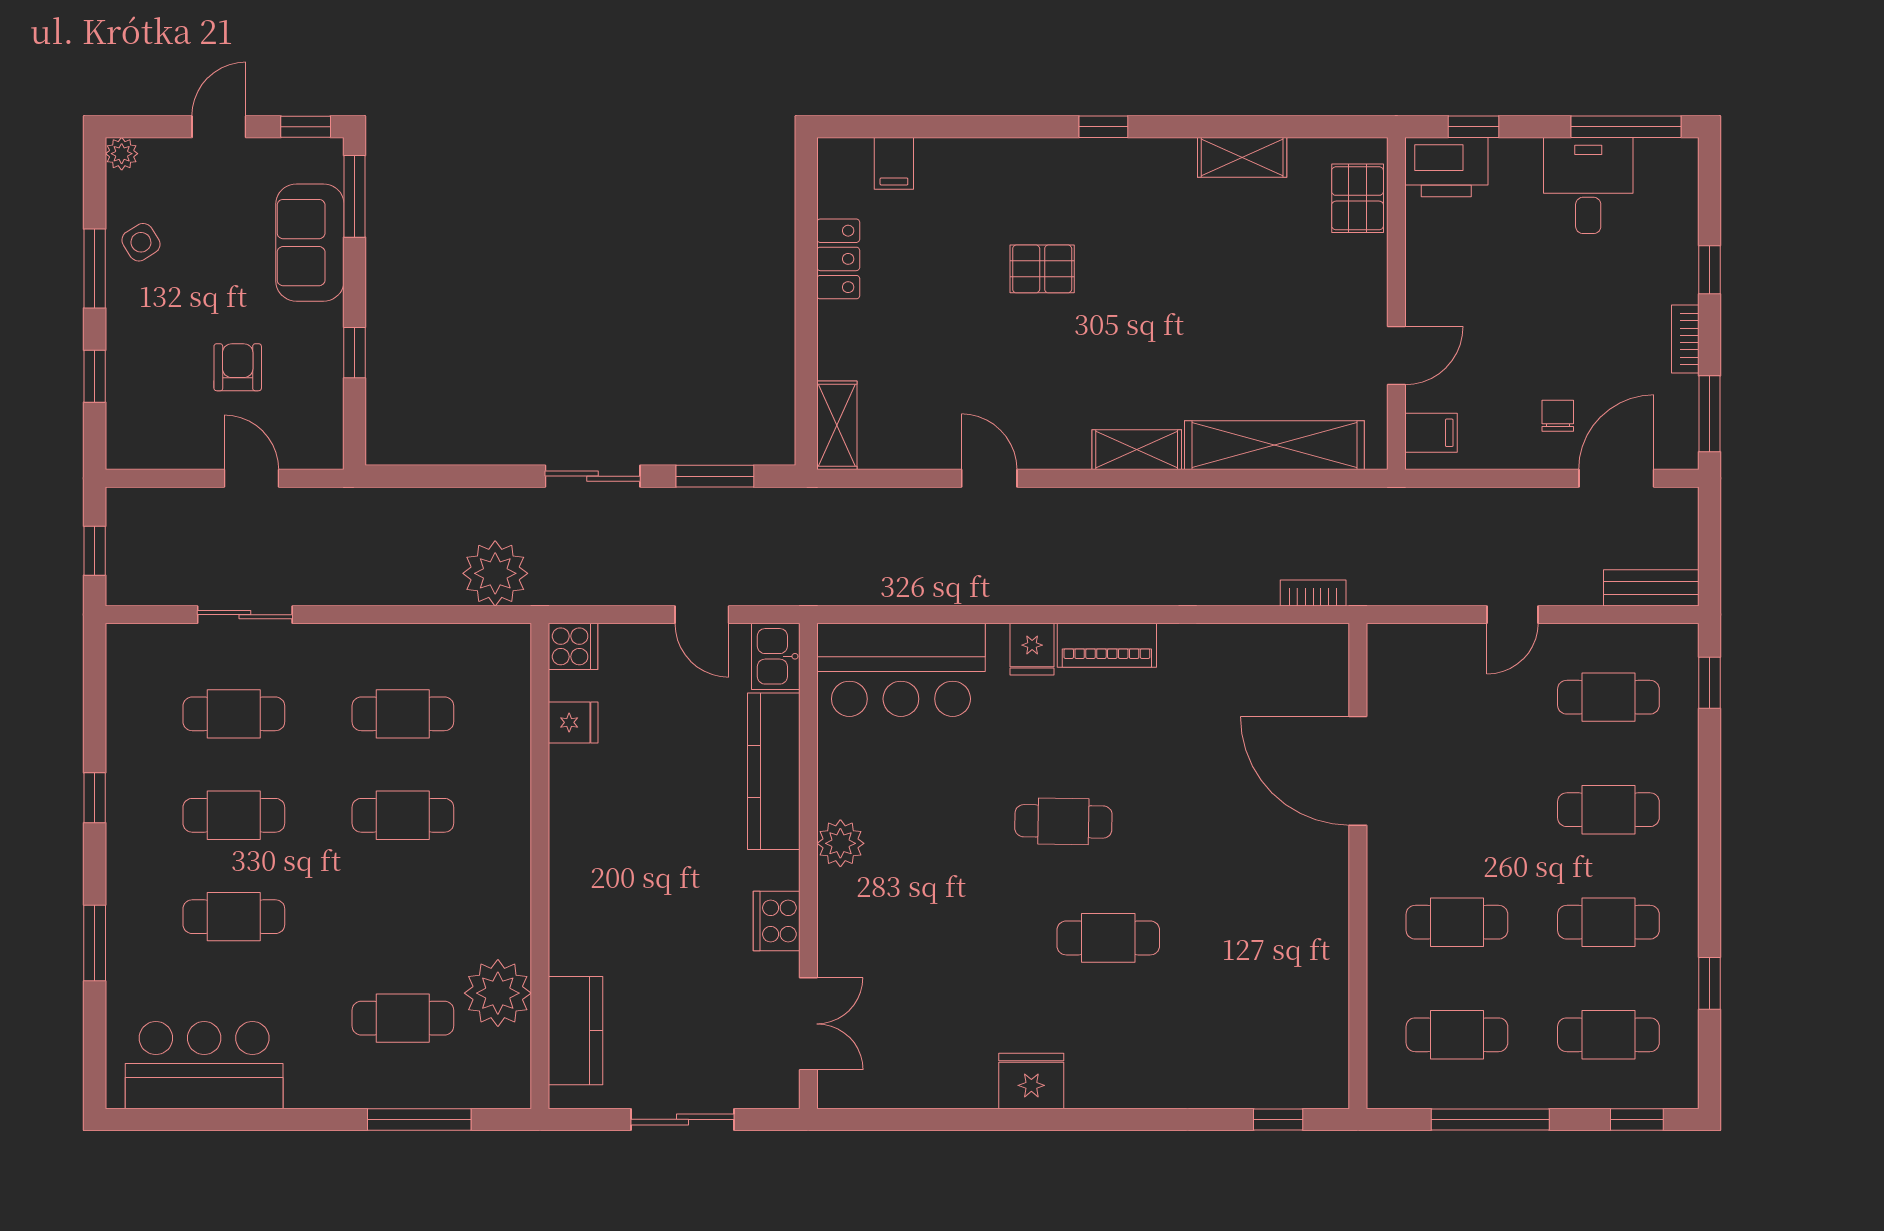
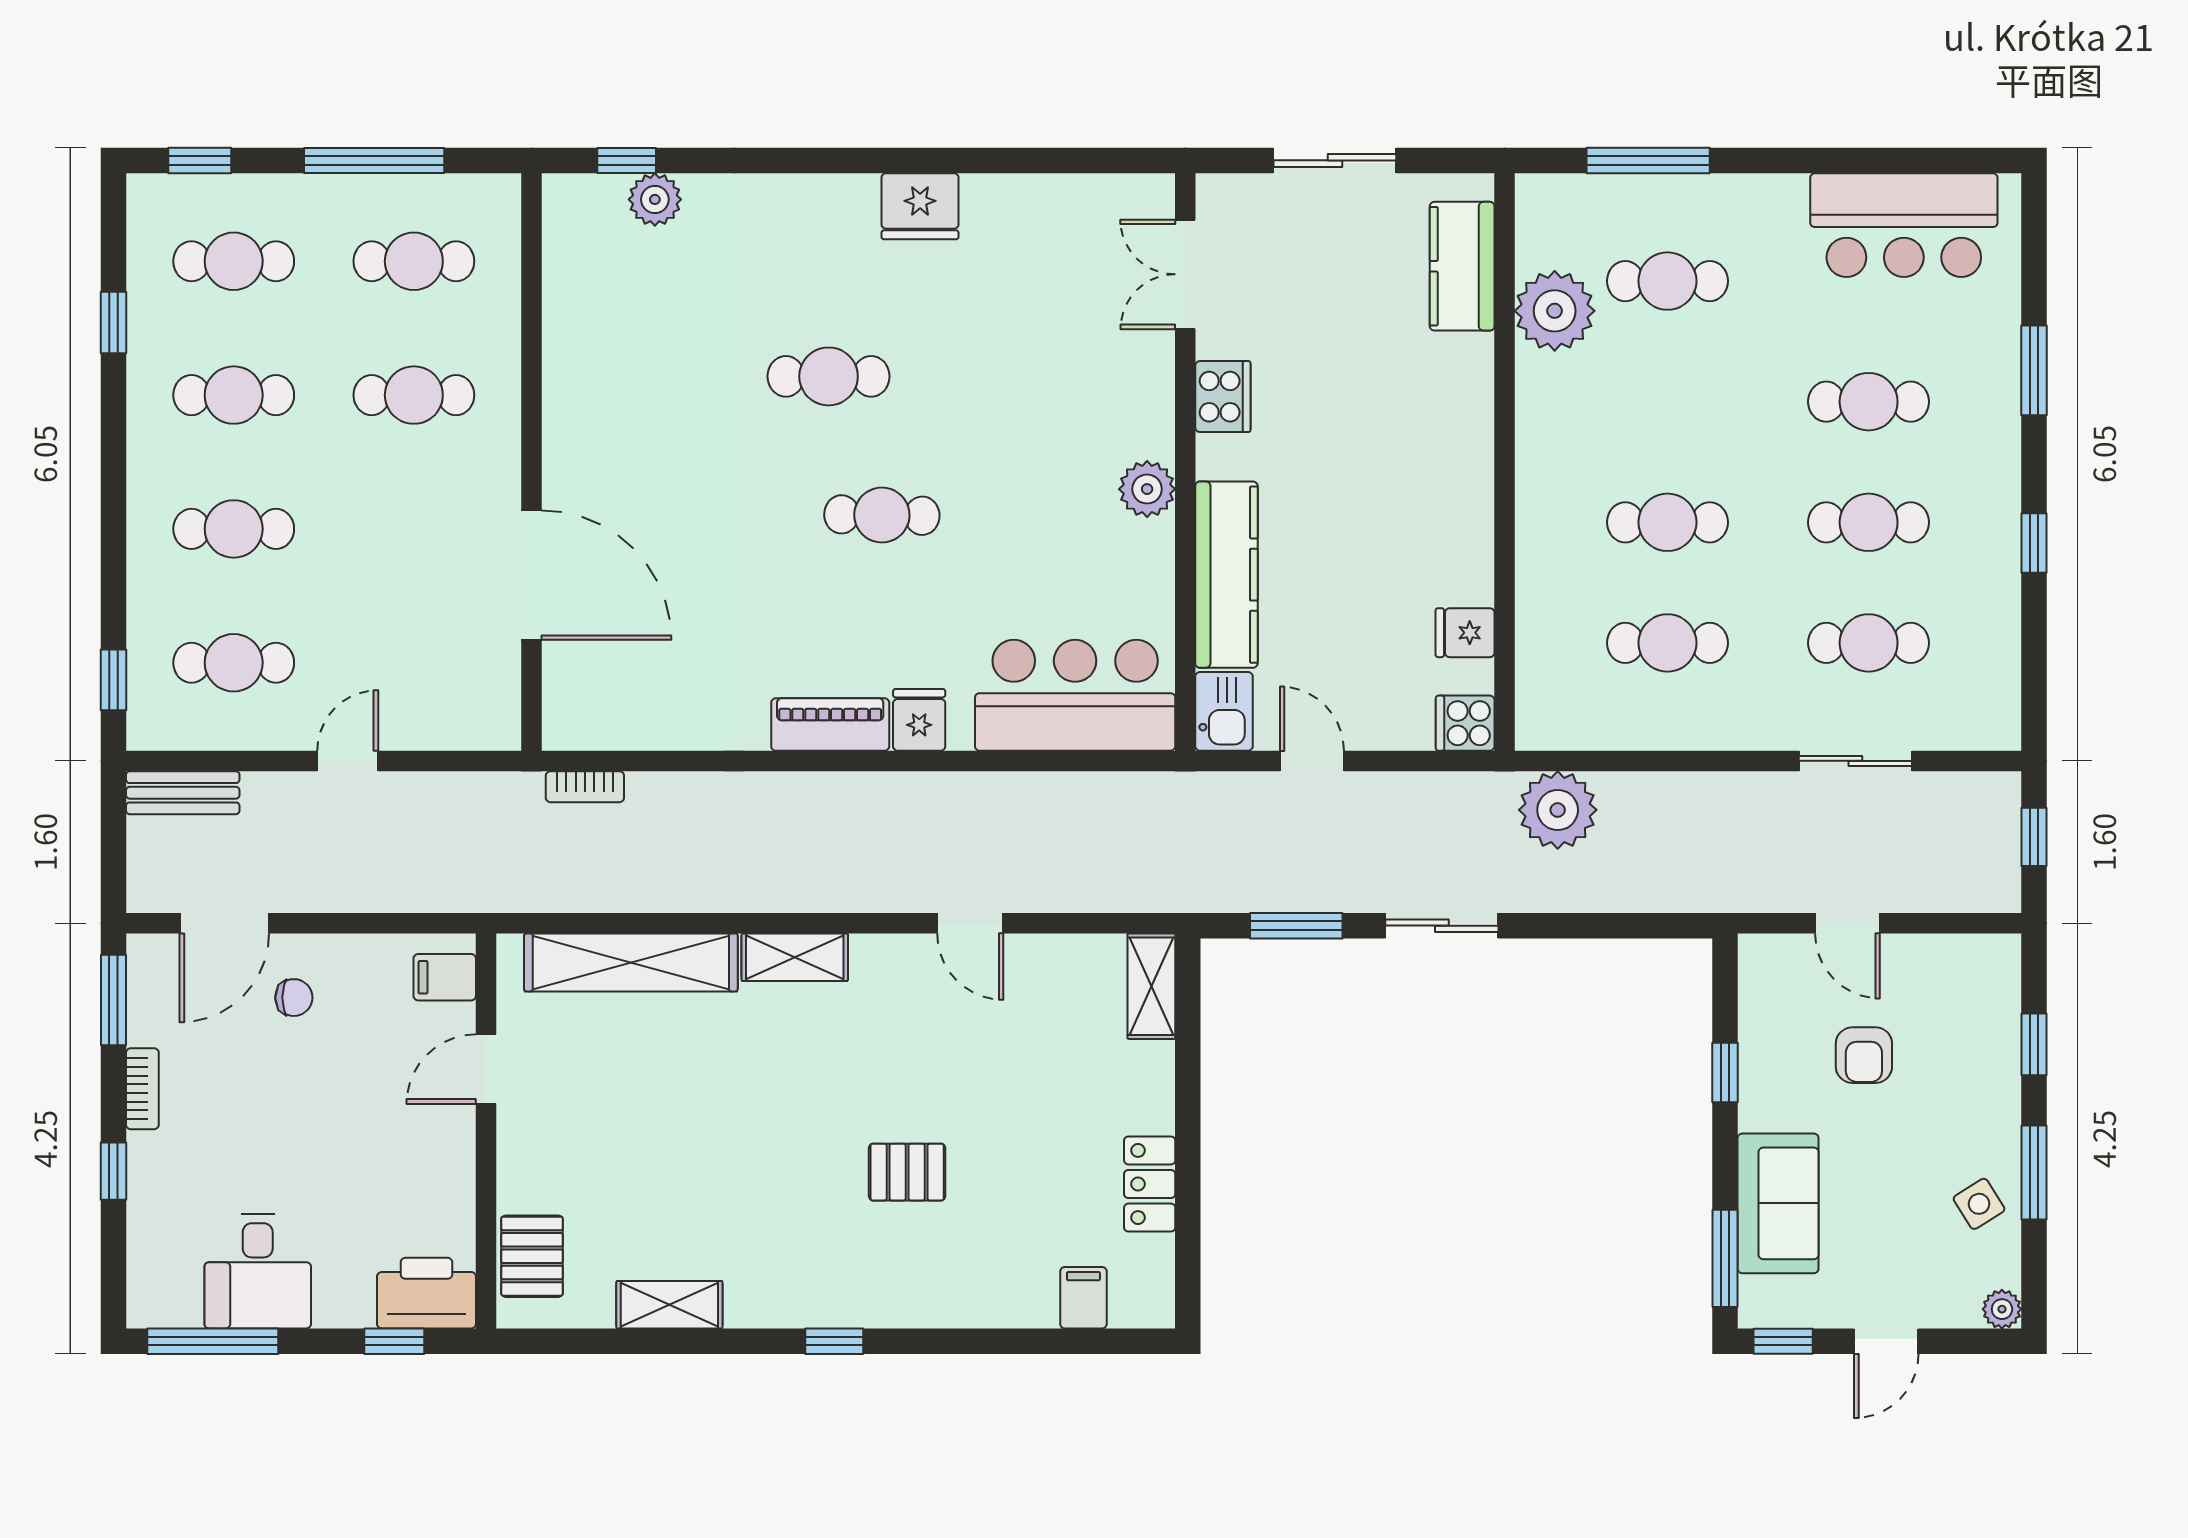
chair: (1558, 416) -> (294, 998), turned -90
plant: (1254, 1087) -> (655, 199), added

